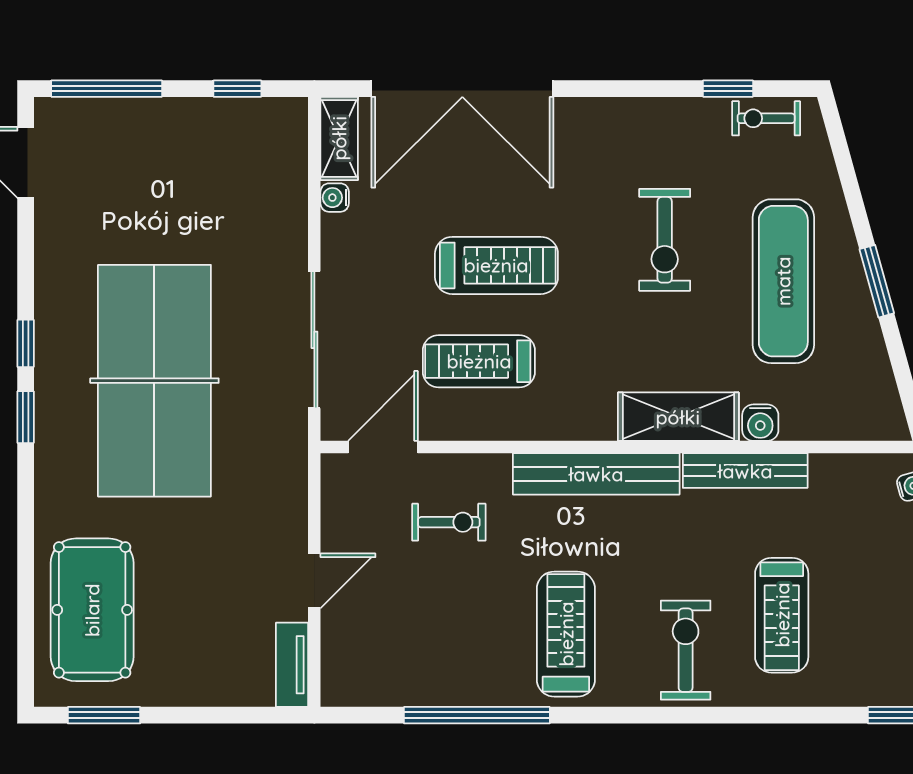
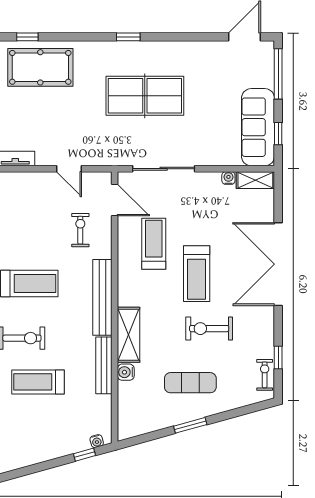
double door: (462, 89) -> (278, 264), moved
sofa: (223, 133) -> (258, 127), added
treadmill: (496, 265) -> (197, 274), moved
exercise mat: (783, 281) -> (190, 383), width x0.73, depth x0.69
window: (26, 343) -> (27, 37), moved
table tennis table: (154, 381) -> (145, 96), width x0.73, depth x0.76
exercise bike: (449, 522) -> (80, 230), turned 180
door: (314, 581) -> (69, 169), moved

